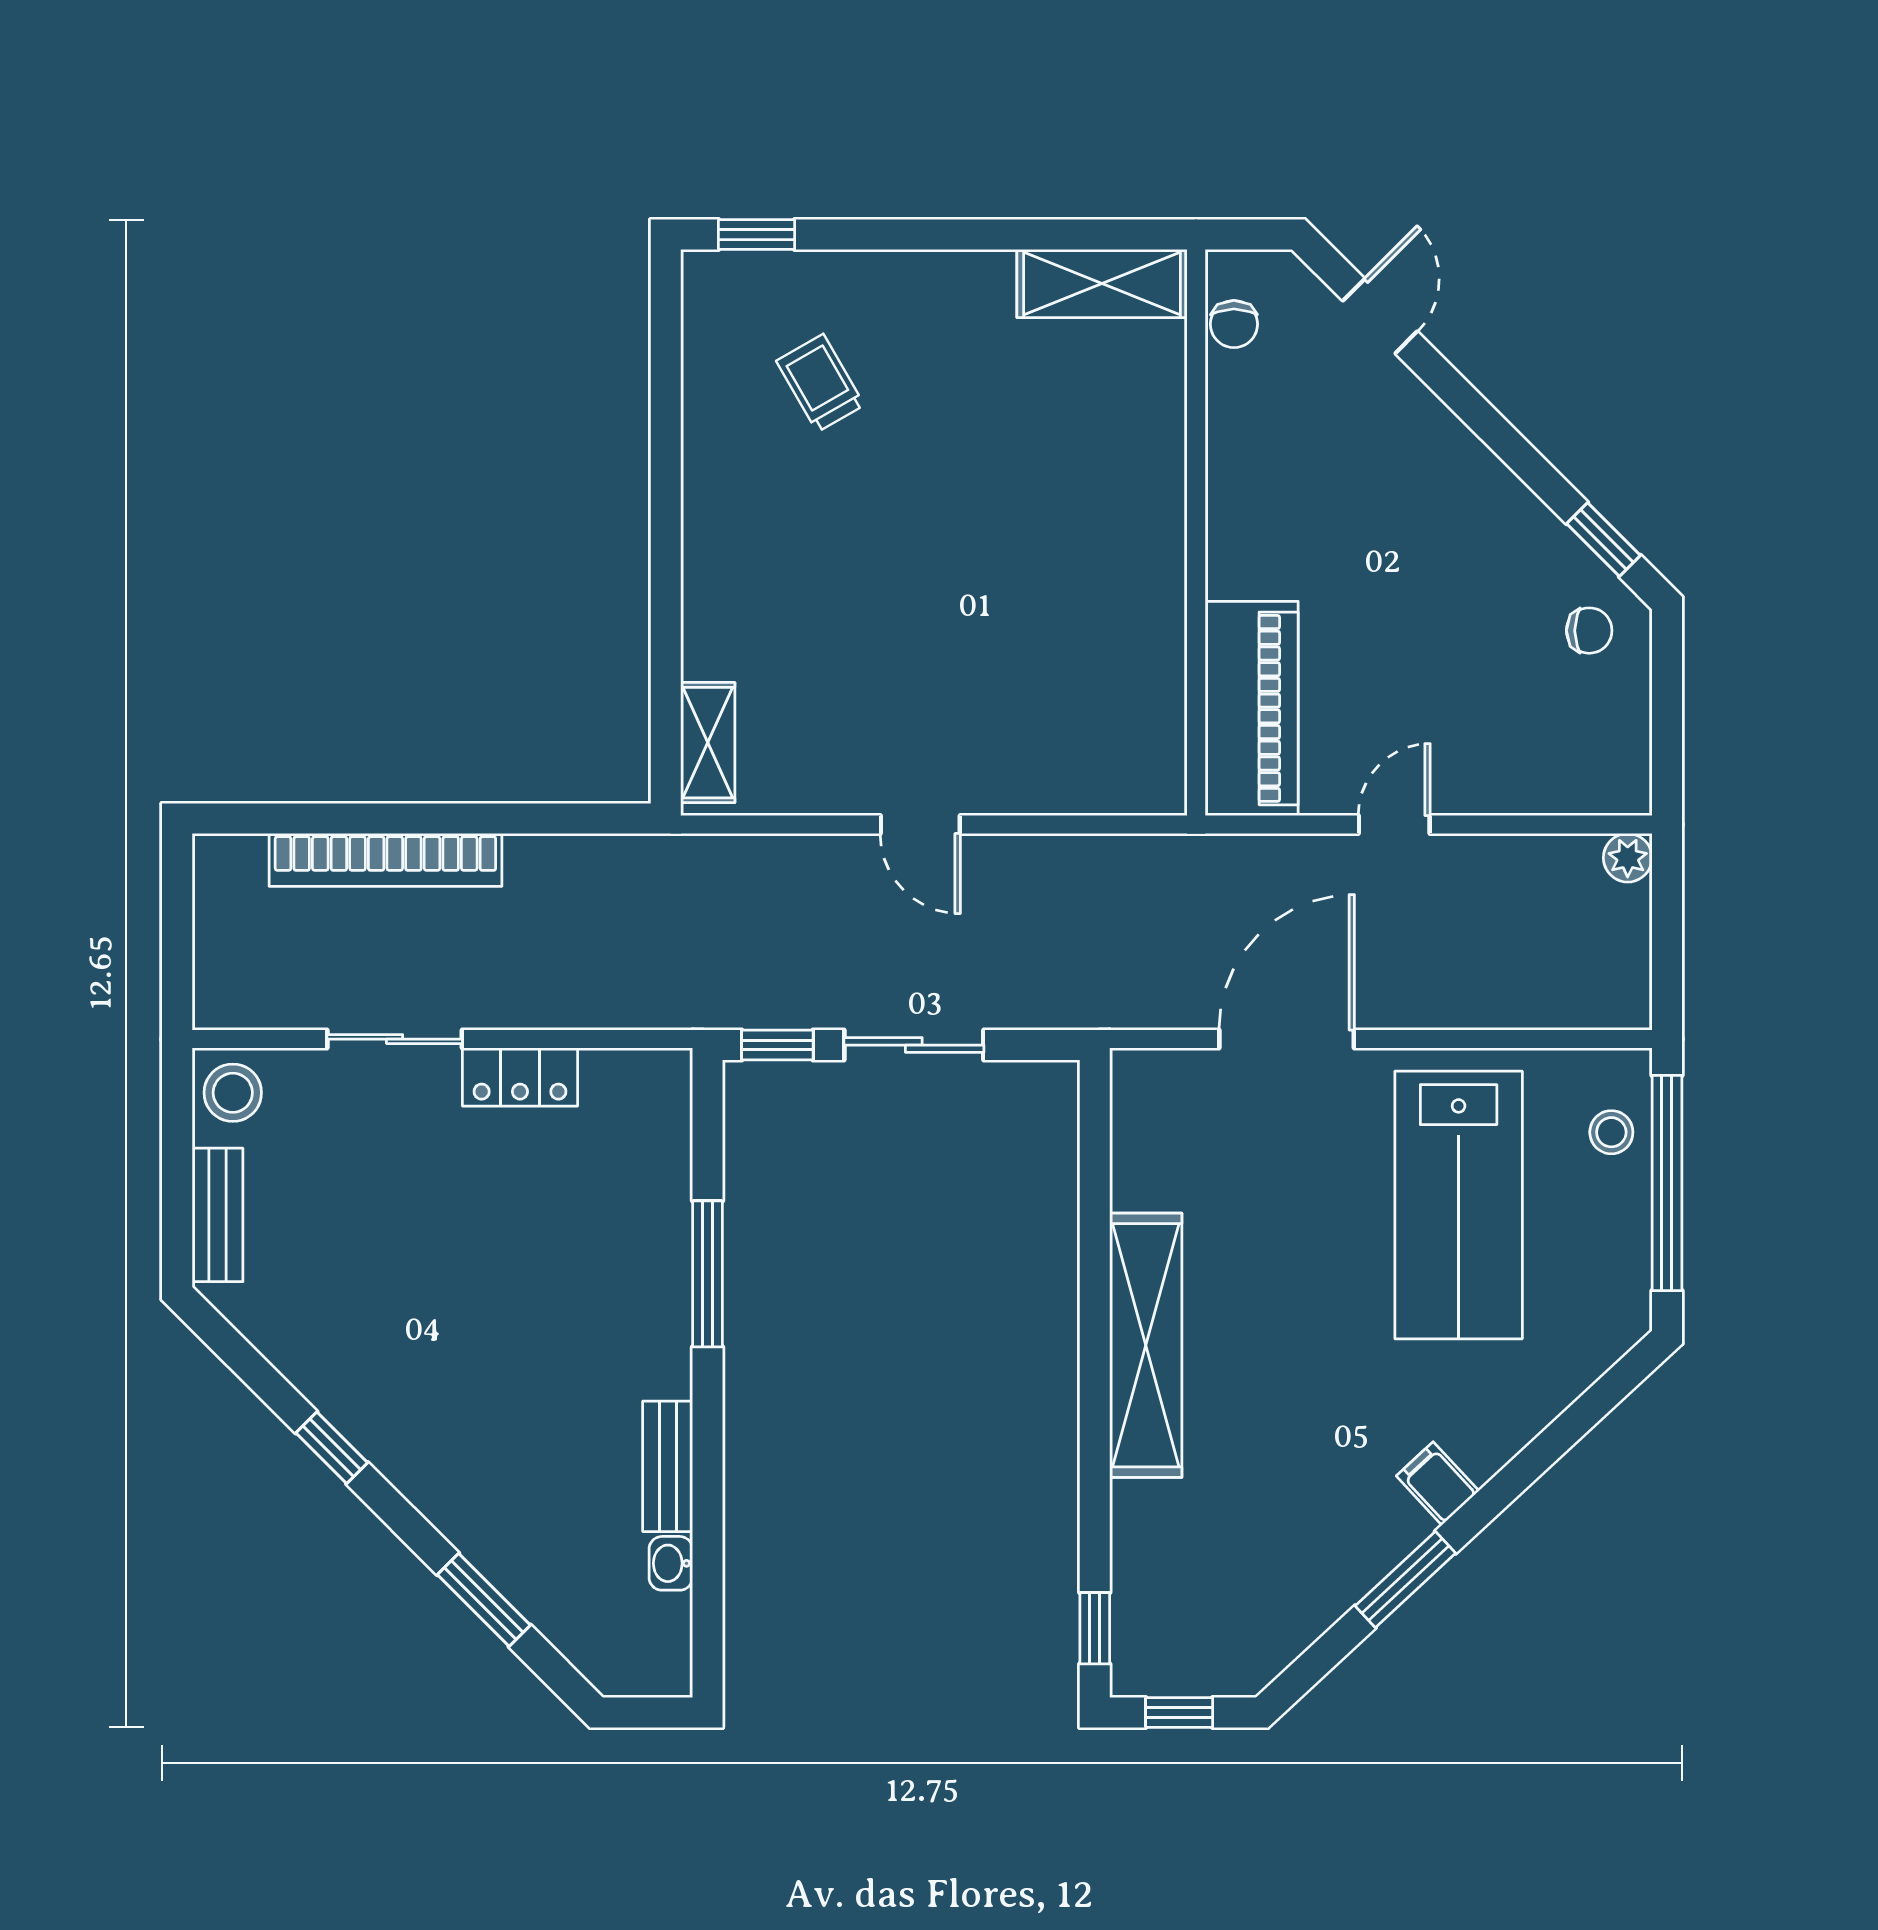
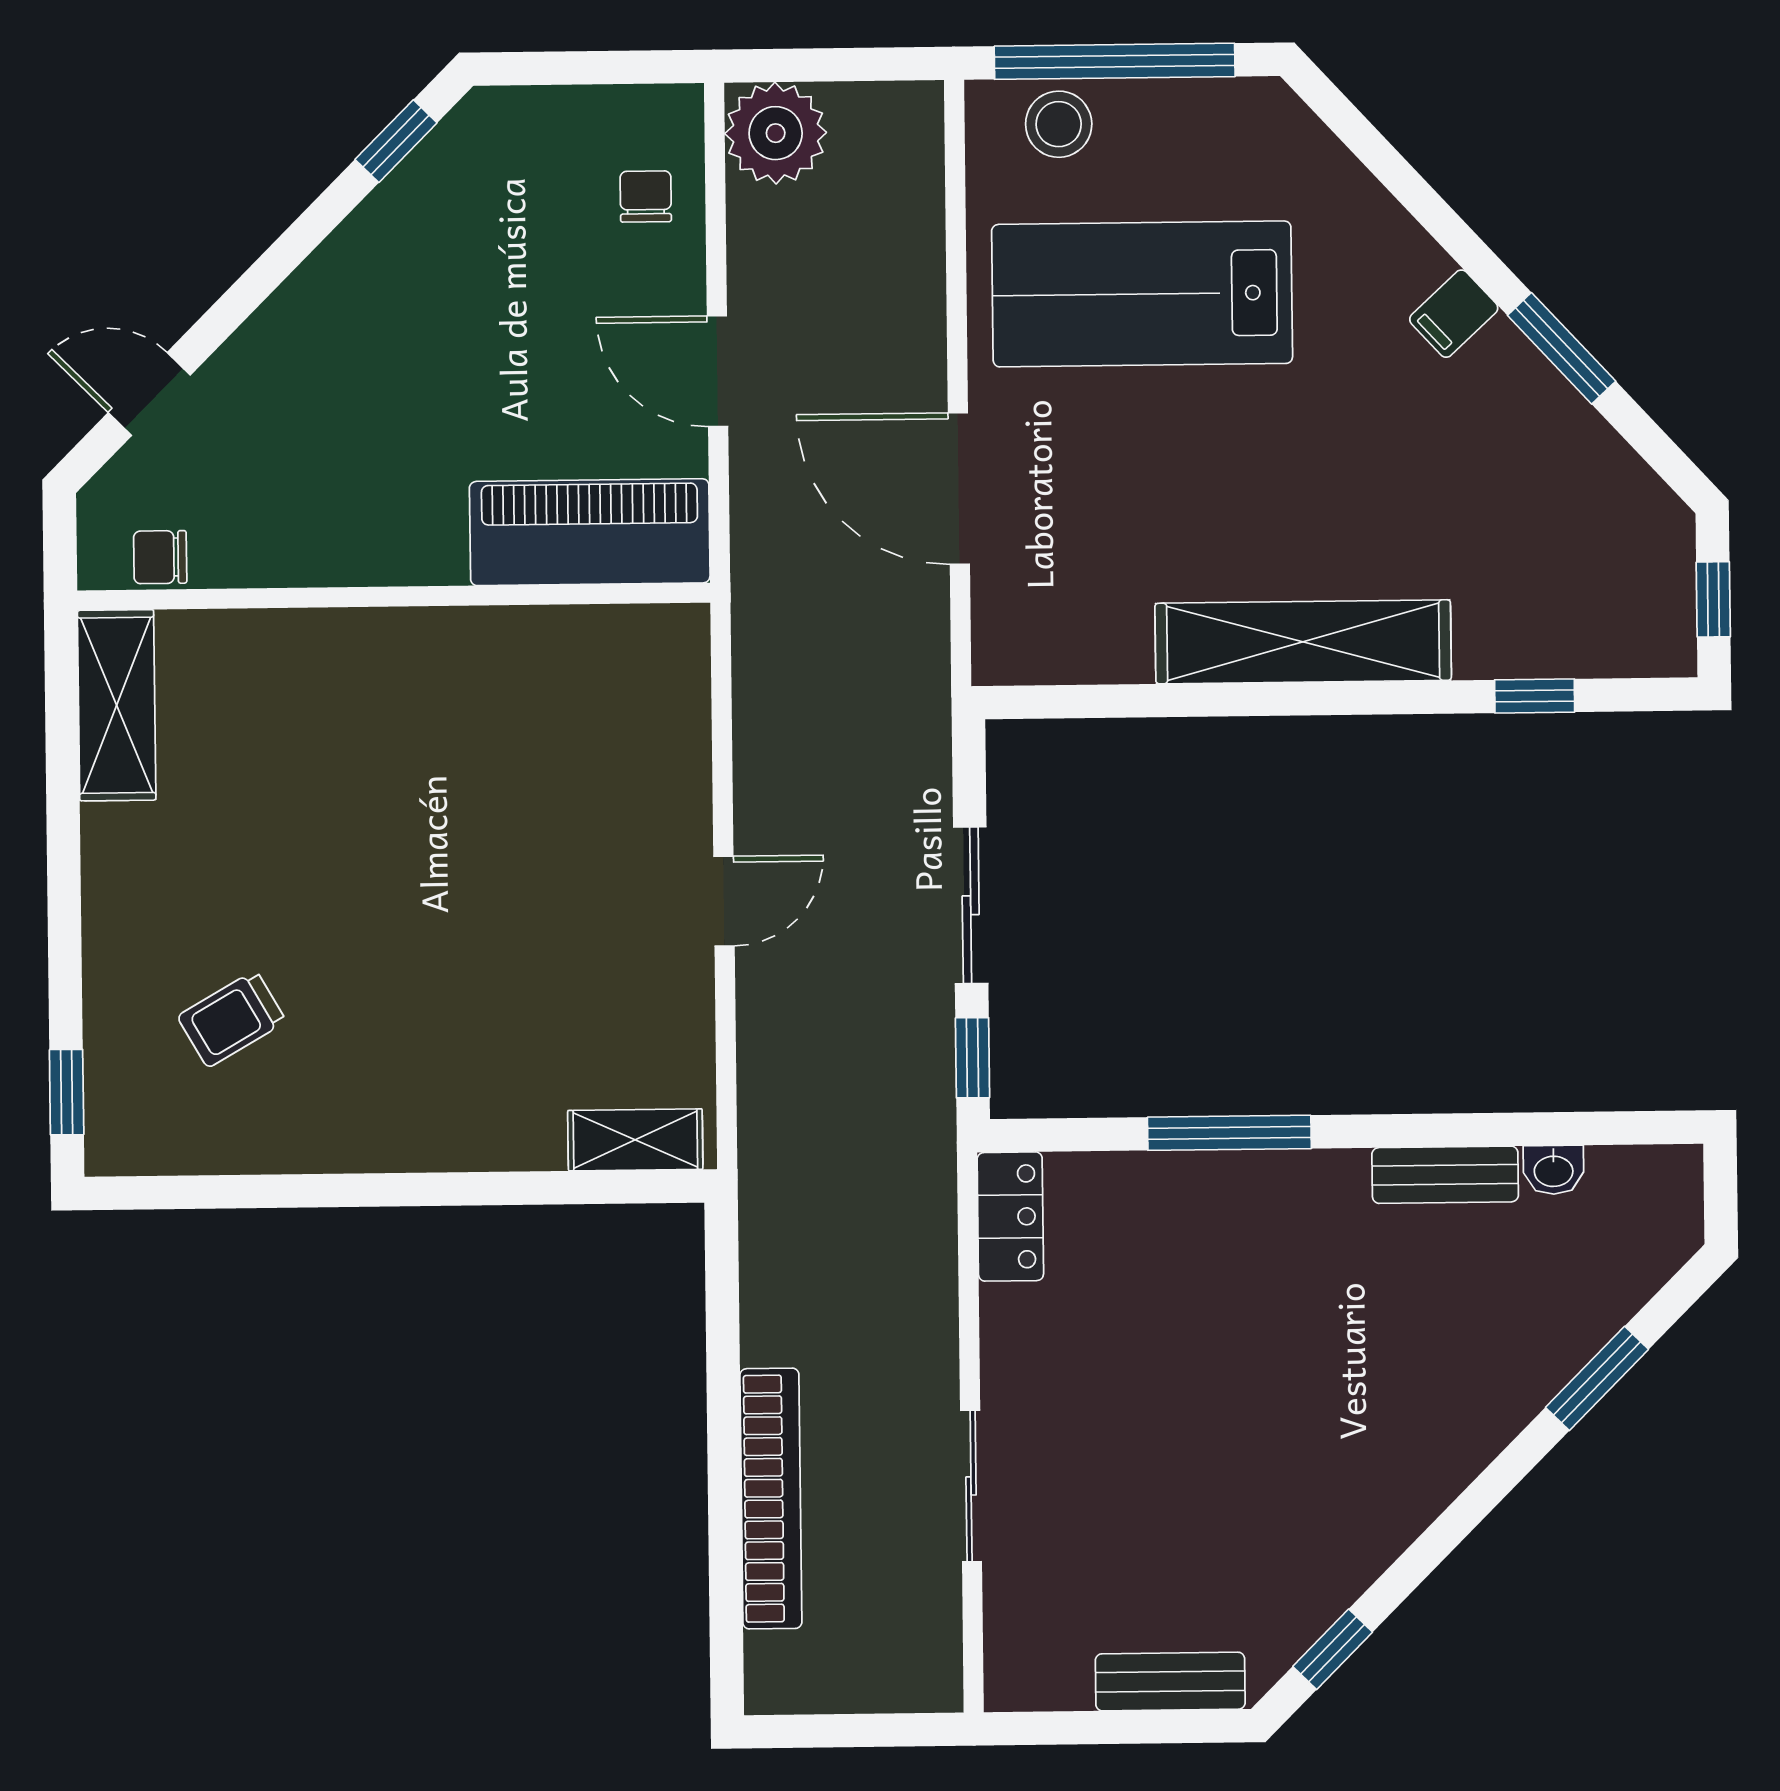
chair: (1234, 324) -> (160, 557), turned 180
chair: (1589, 631) -> (646, 196), moved
door: (1394, 825) -> (718, 371), width x1.37
plant: (1628, 858) -> (776, 133), width x1.88, depth x1.88
locker: (520, 1077) -> (1010, 1217), moved
stool: (233, 1093) -> (1033, 1666), removed
stool: (1611, 1132) -> (1059, 124), width x1.37, depth x1.37
lab bench: (1459, 1205) -> (1142, 294), turned 180
window: (332, 1448) -> (1333, 1649), moved
window: (1095, 1628) -> (1535, 696), moved

